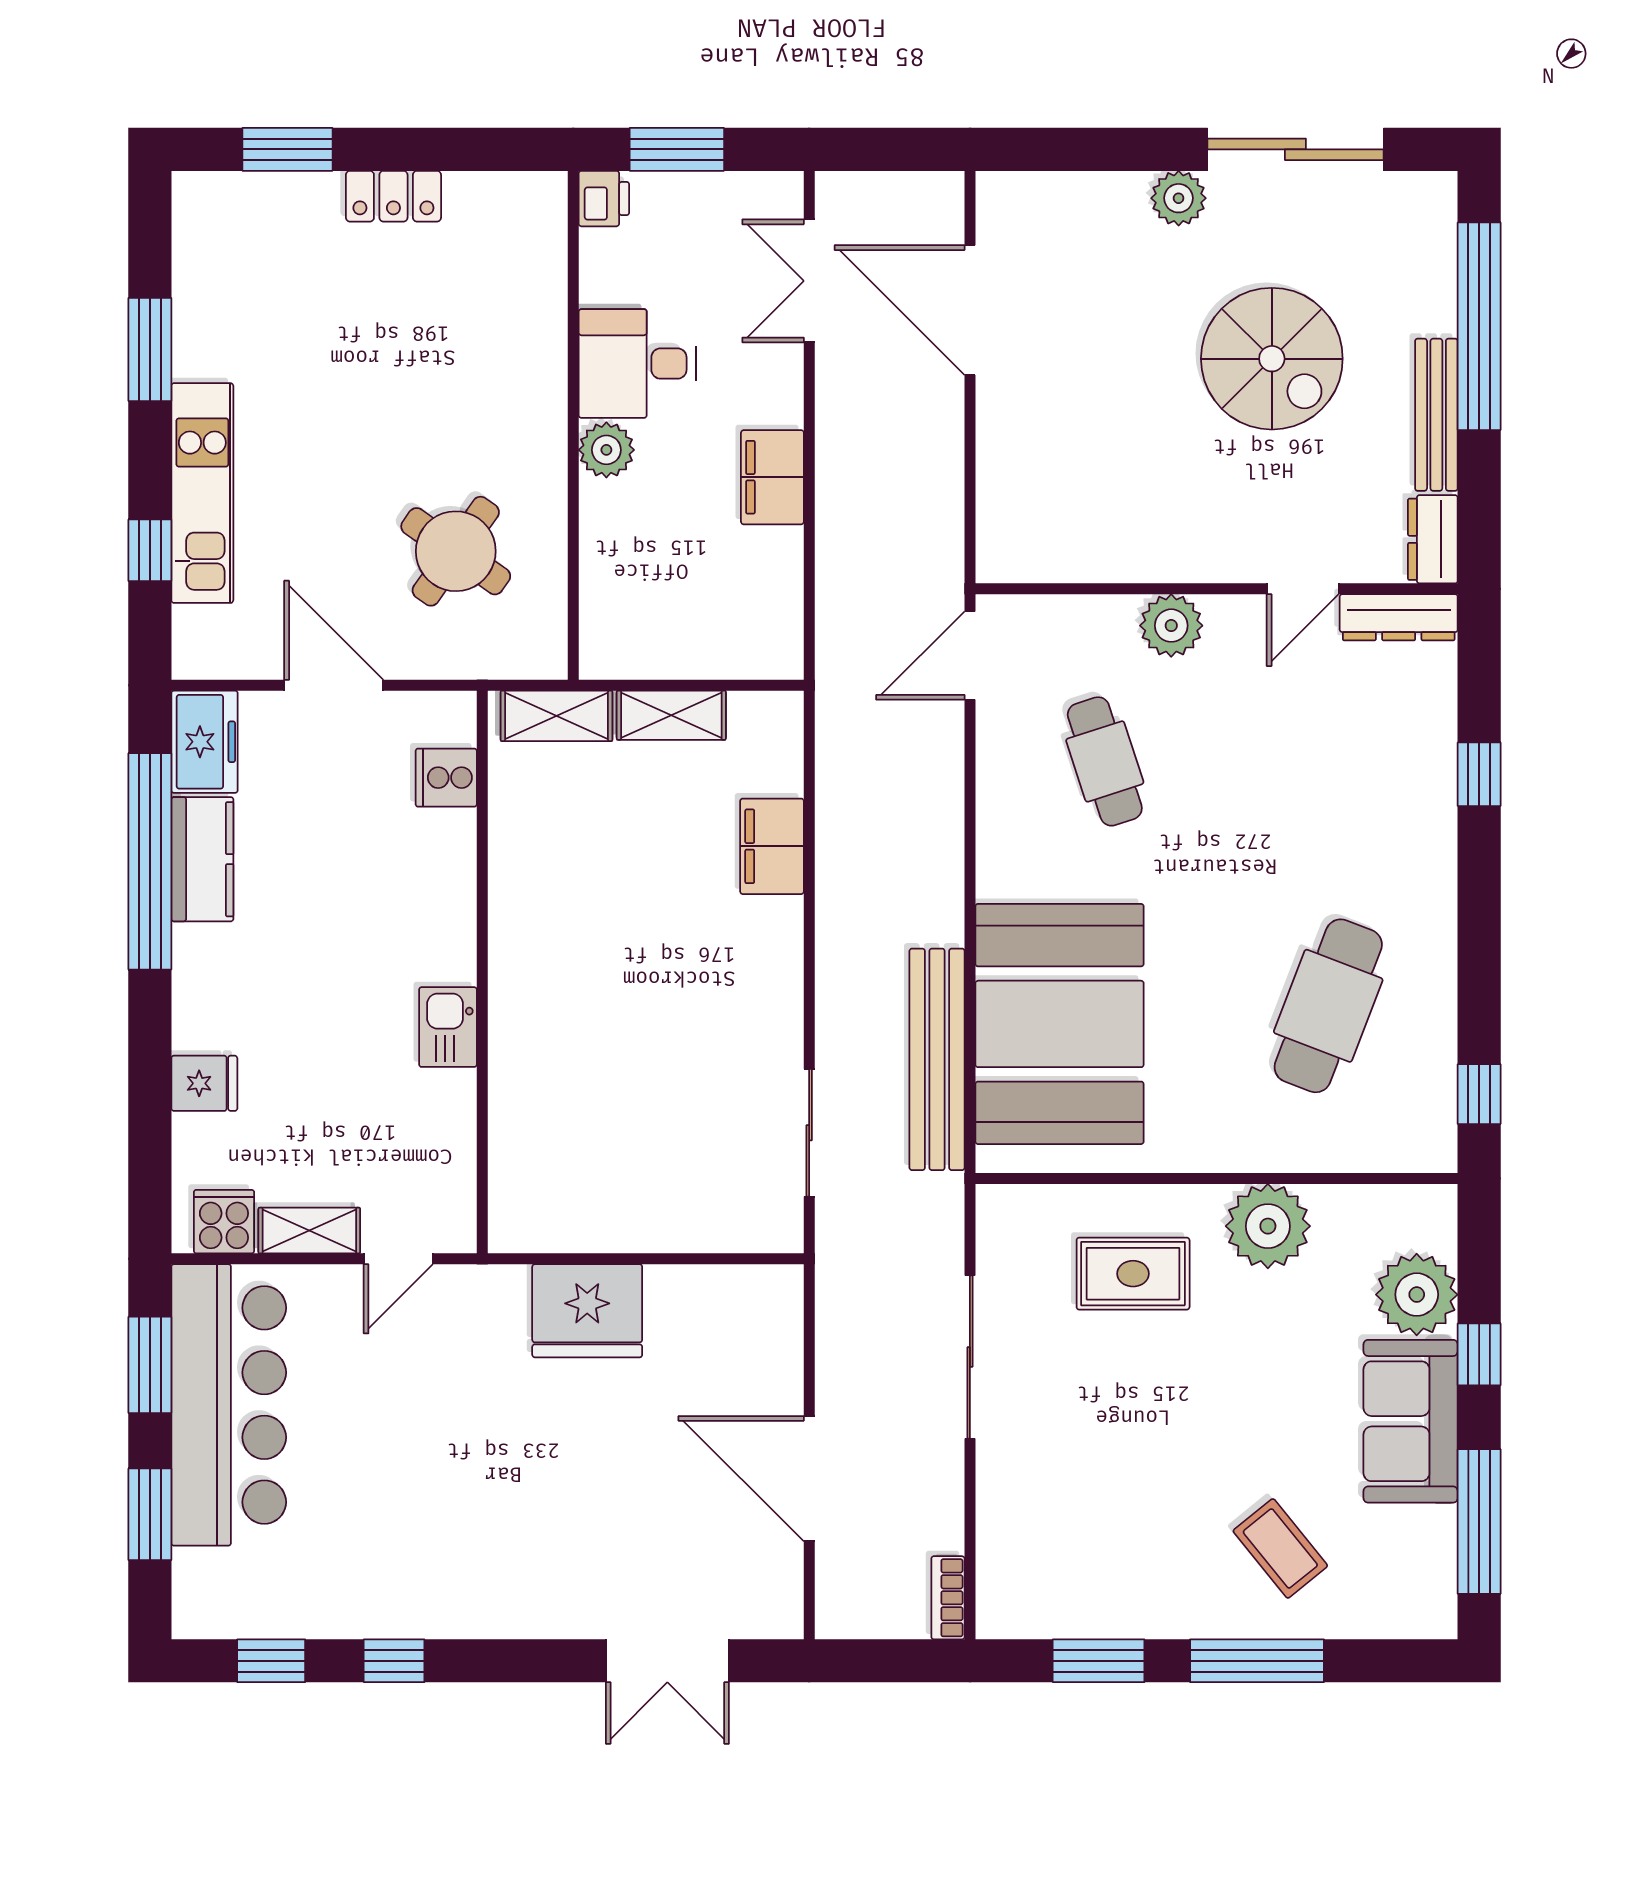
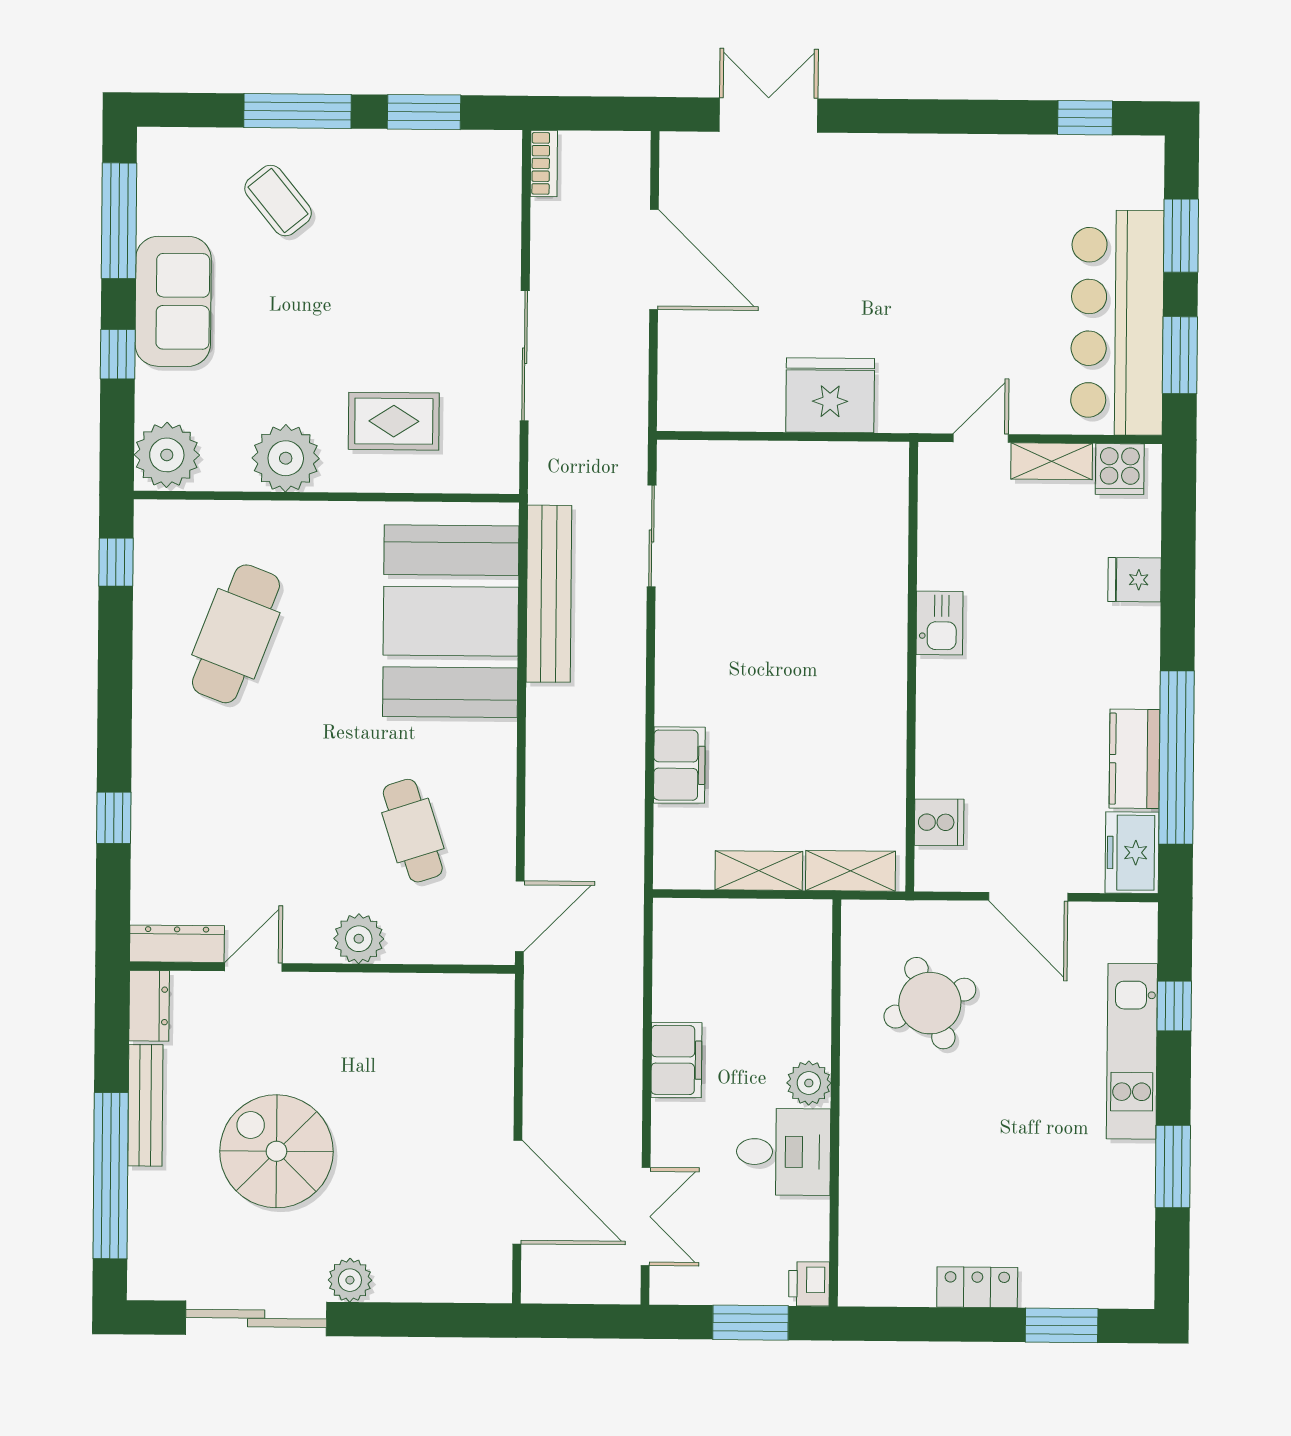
round table: (456, 551) -> (930, 1003), turned 33
plant: (1417, 1295) -> (167, 455), moved
window: (394, 1661) -> (987, 117), removed

